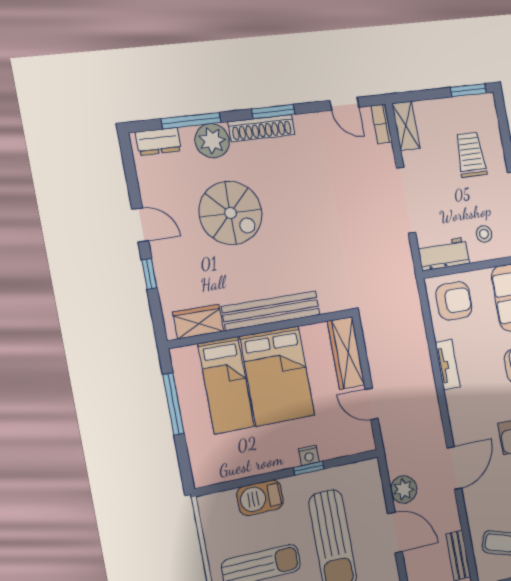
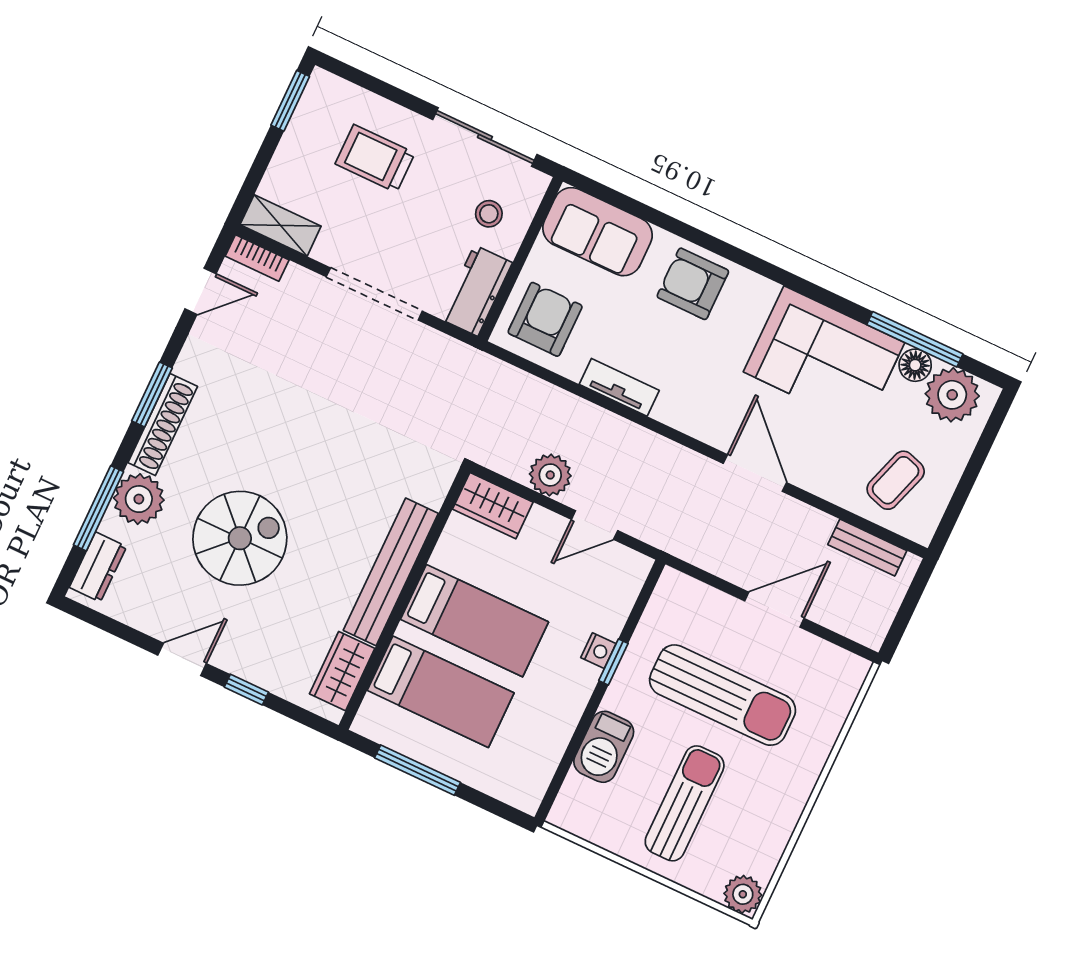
wardrobe: (346, 353) -> (493, 506), width x0.67
bed: (277, 376) -> (475, 621), width x0.67
plant: (404, 489) -> (550, 475), moved

